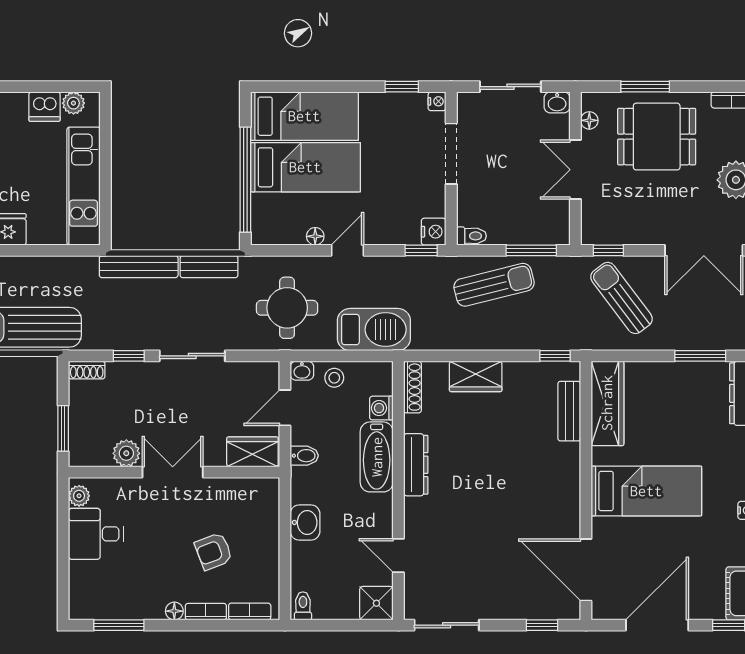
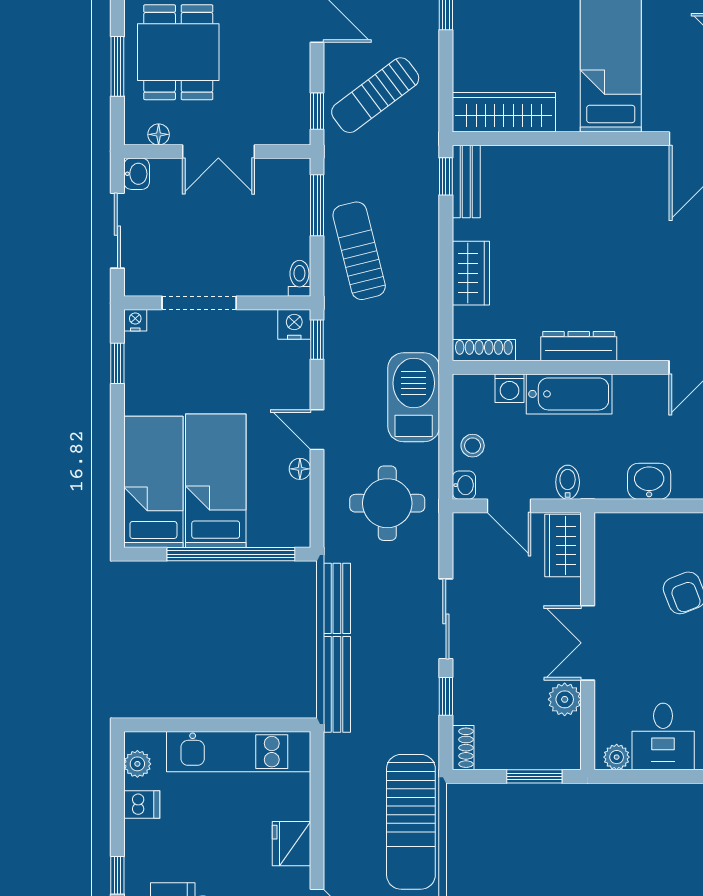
dishwasher: (44, 107) -> (142, 804), width x0.73
bench: (569, 411) -> (466, 181), moved, turned 90

